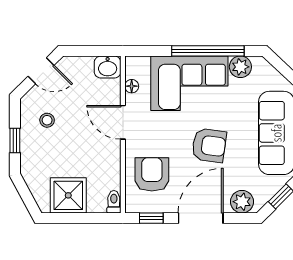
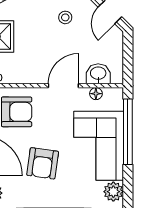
window: (208, 51) -> (128, 132), moved
washbasin: (108, 67) -> (98, 74), moved, turned 90

